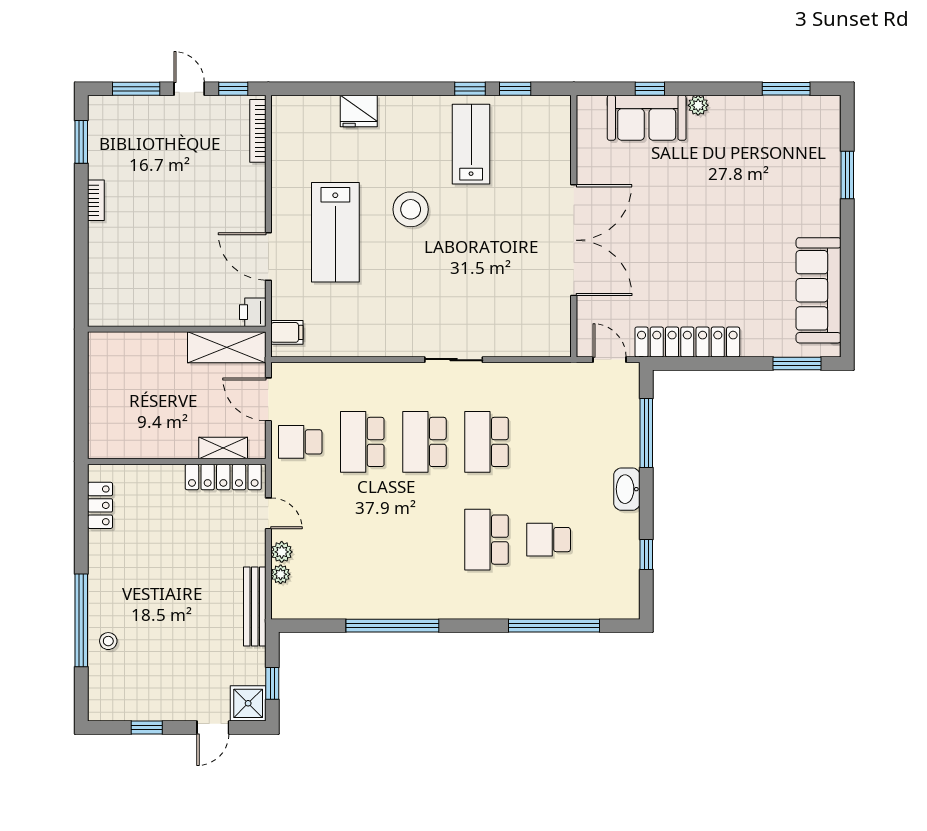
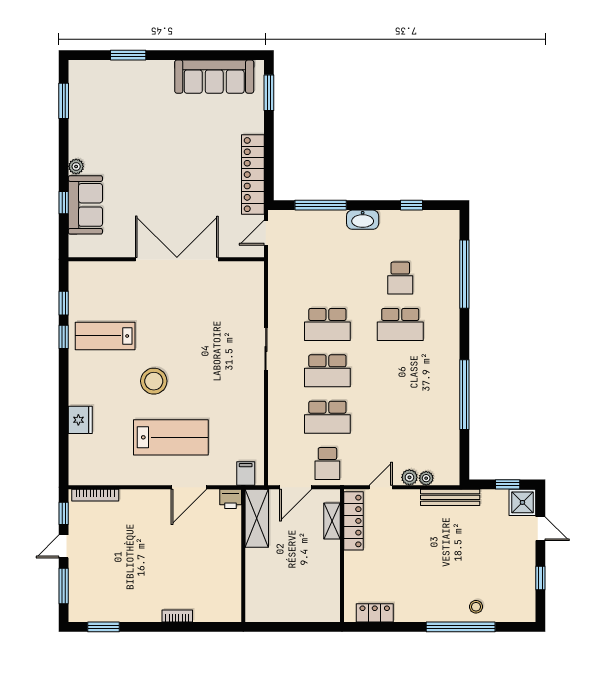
bookcase: (96, 200) -> (177, 616), moved

